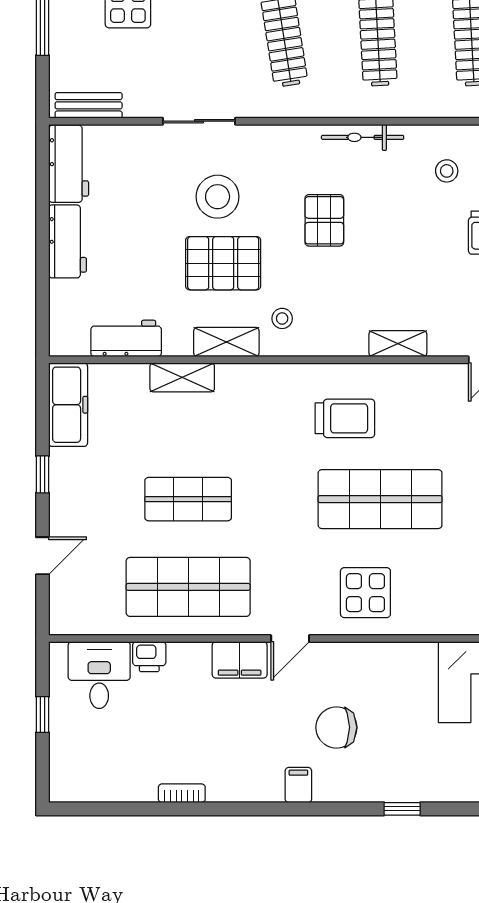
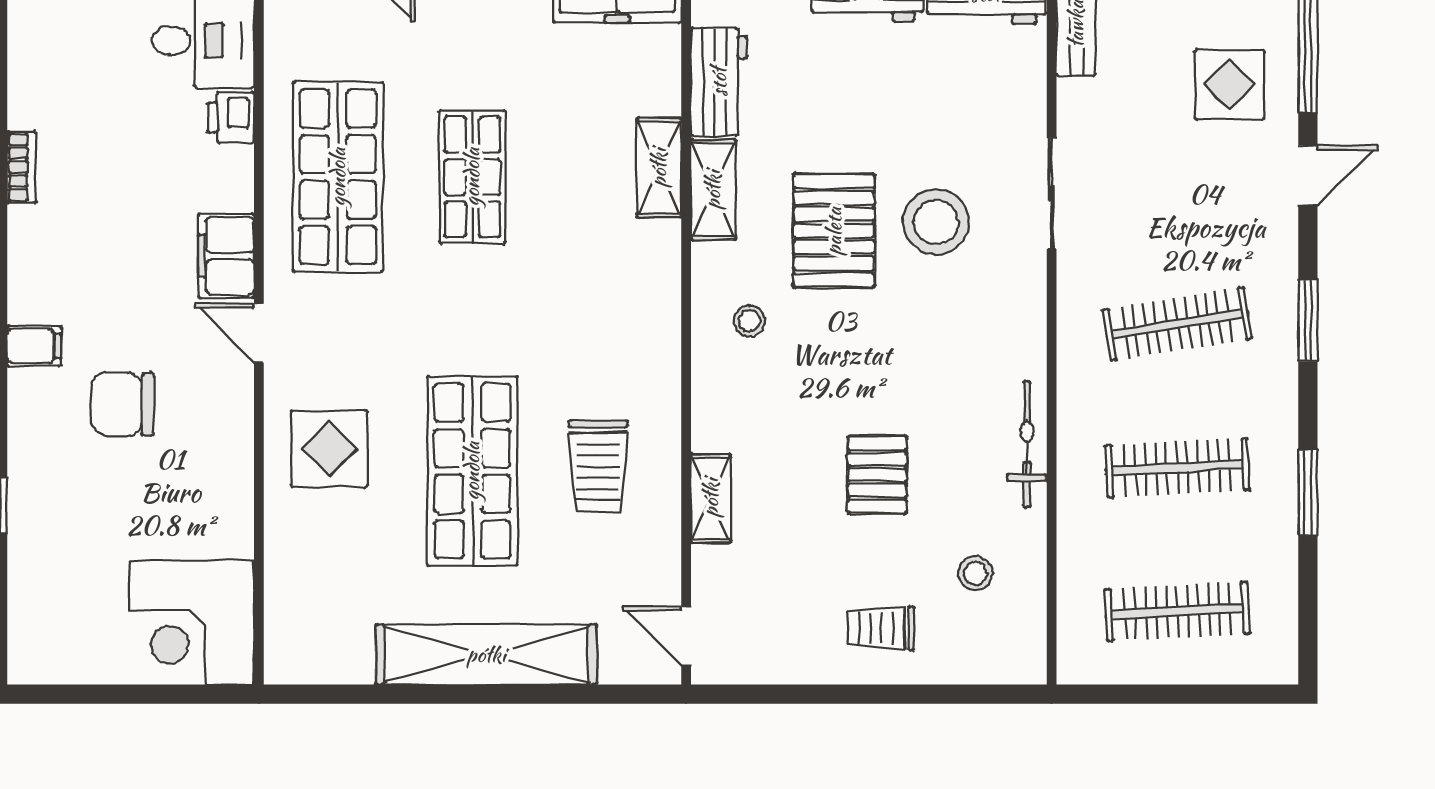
pallet: (324, 220) -> (877, 475), moved, turned 90
shelving: (226, 342) -> (713, 190), moved
trolley: (345, 418) -> (598, 466), moved
chair: (336, 727) -> (122, 404), turned -90

